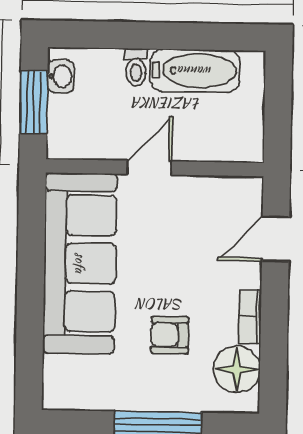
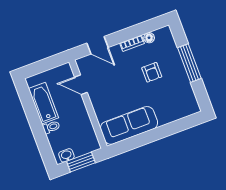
door: (149, 168) -> (81, 85), moved
sofa: (80, 263) -> (129, 125), width x0.74, depth x0.79
floor lamp: (237, 369) -> (149, 38), width x0.53, depth x0.53

